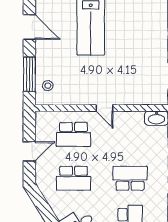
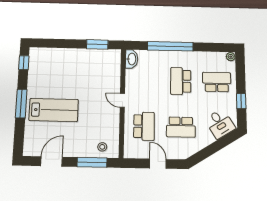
door: (104, 108) -> (122, 100), swing flipped
school desk: (74, 178) -> (181, 127), turned 90

